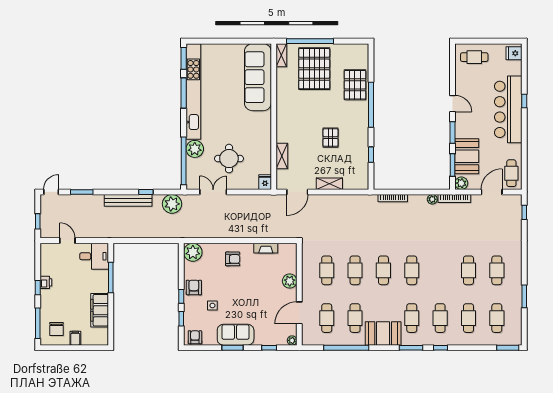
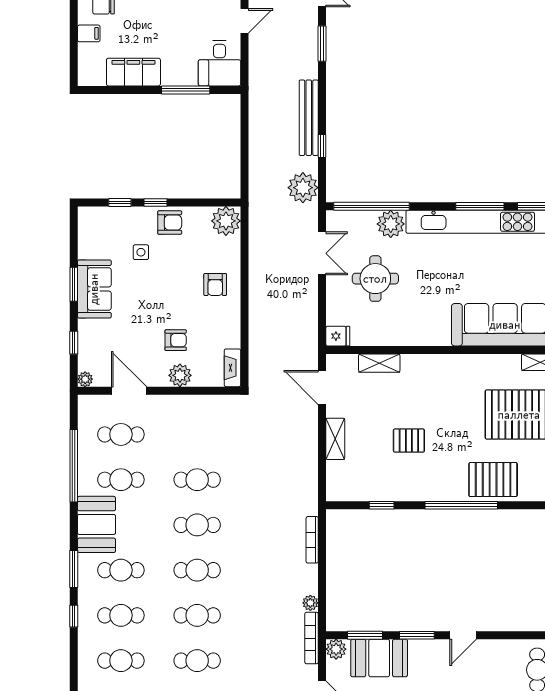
fireplace: (266, 248) -> (232, 368), moved
cafe table: (327, 270) -> (197, 615), moved
armchair: (195, 337) -> (176, 340), moved

